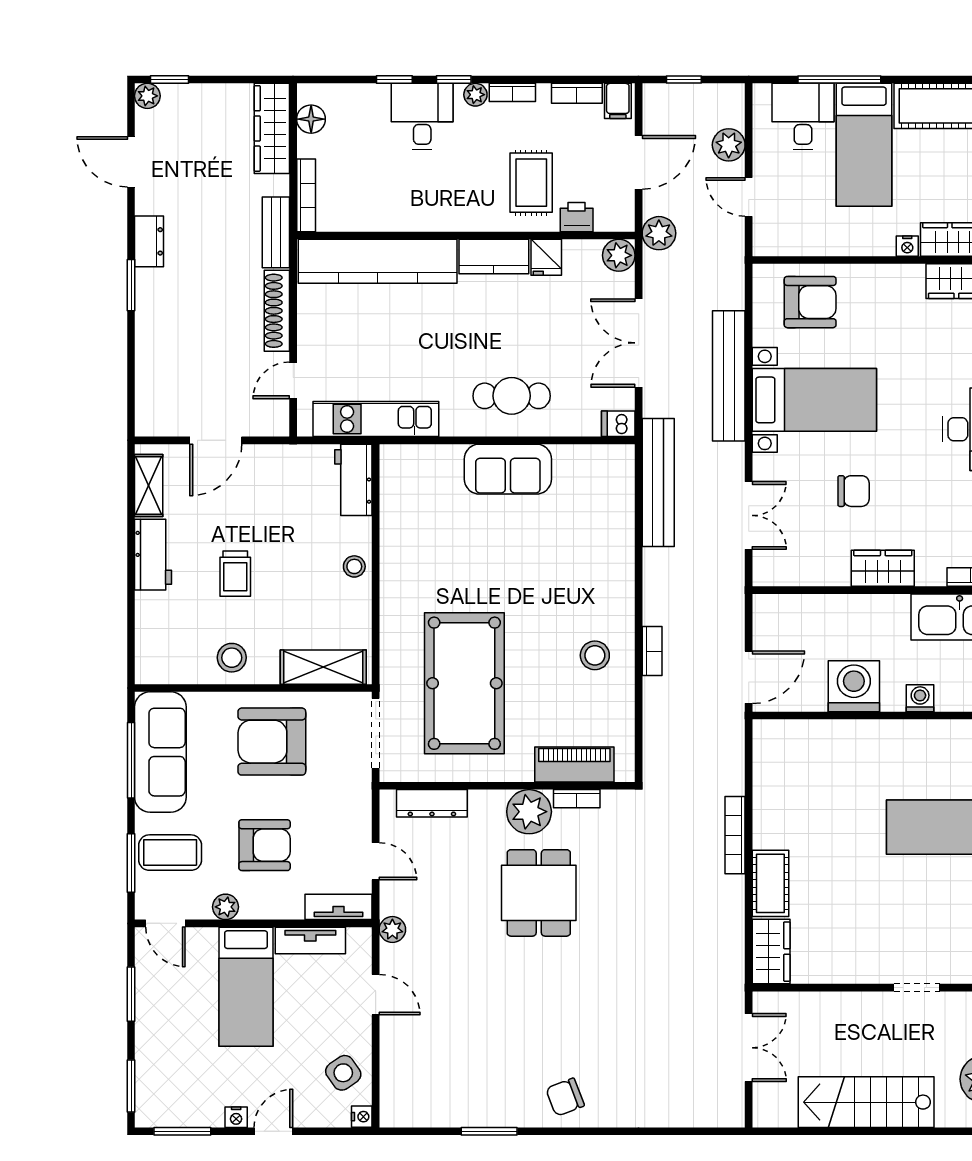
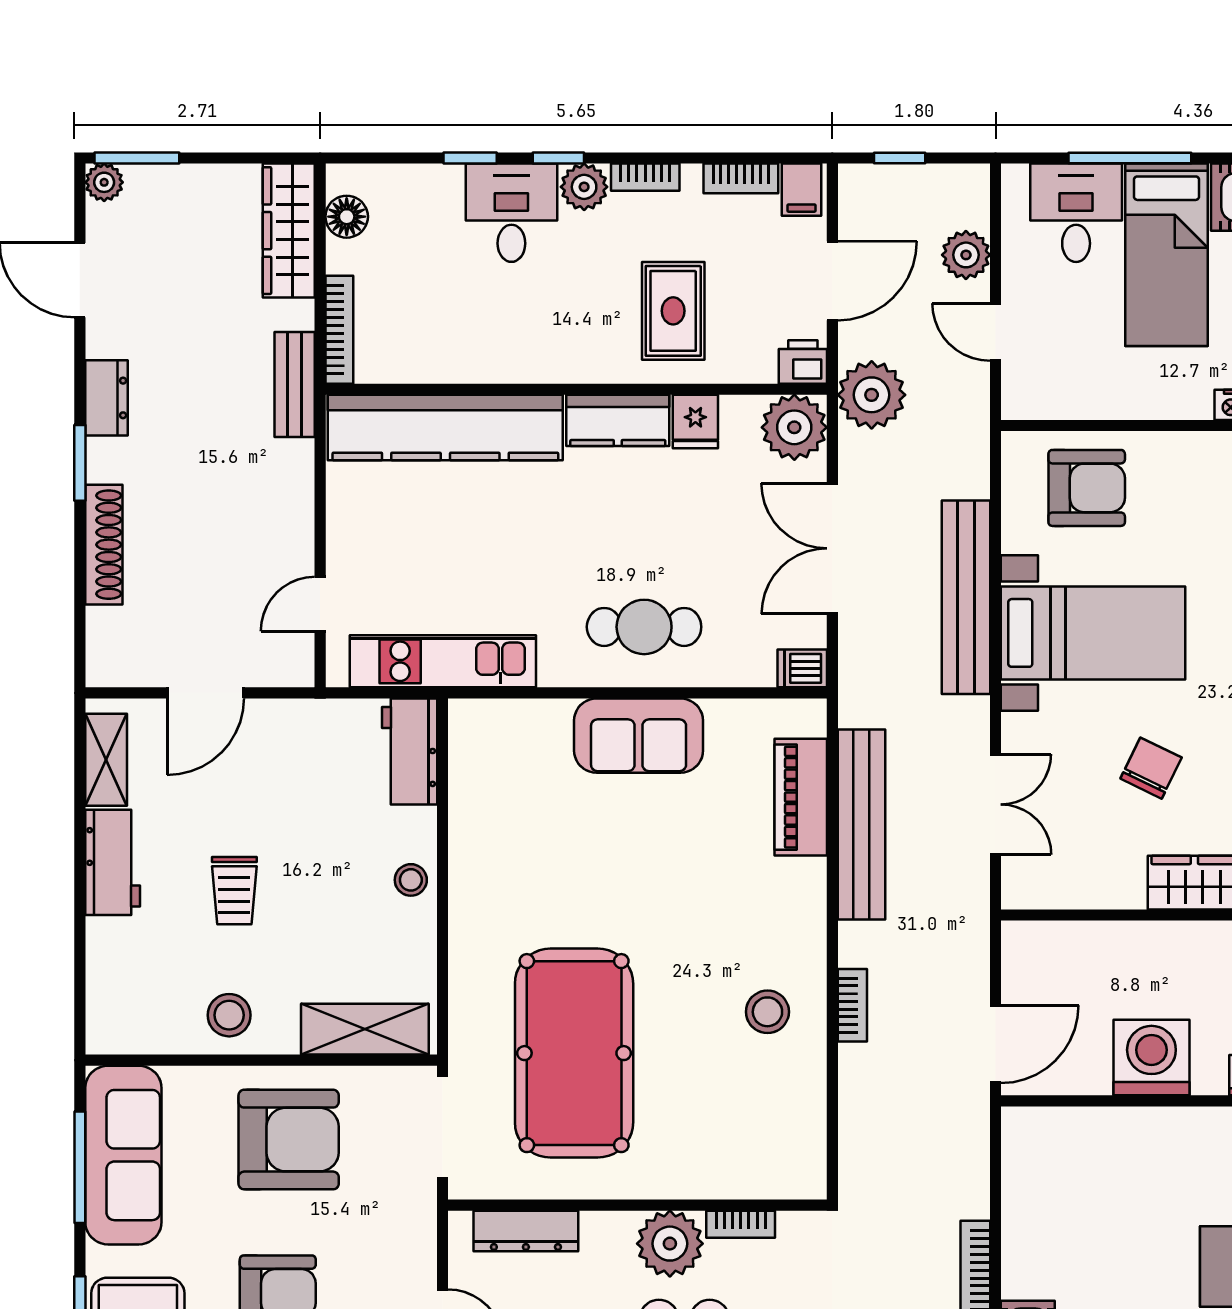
window: (170, 80) -> (137, 158), width x1.50
plant: (475, 95) -> (584, 187), width x1.38, depth x1.38
printer: (577, 217) -> (803, 362), moved
plant: (659, 233) -> (872, 395), width x1.36, depth x1.36
plant: (619, 255) -> (794, 427), width x1.36, depth x1.36
shoe rack: (277, 311) -> (104, 545), moved, turned 180
bench: (658, 483) -> (861, 825), moved
chair: (854, 491) -> (1151, 768), turned -64
armchair: (272, 742) -> (289, 1140), turned 180
piano: (574, 765) -> (801, 797), moved, turned -90

